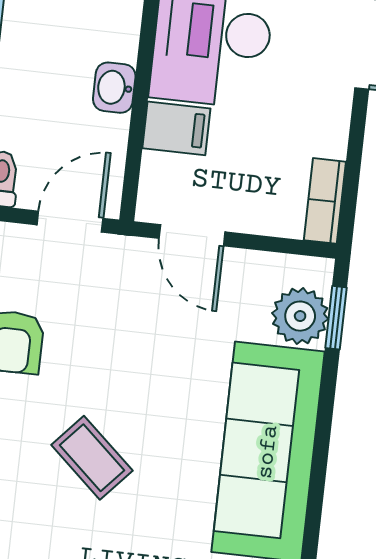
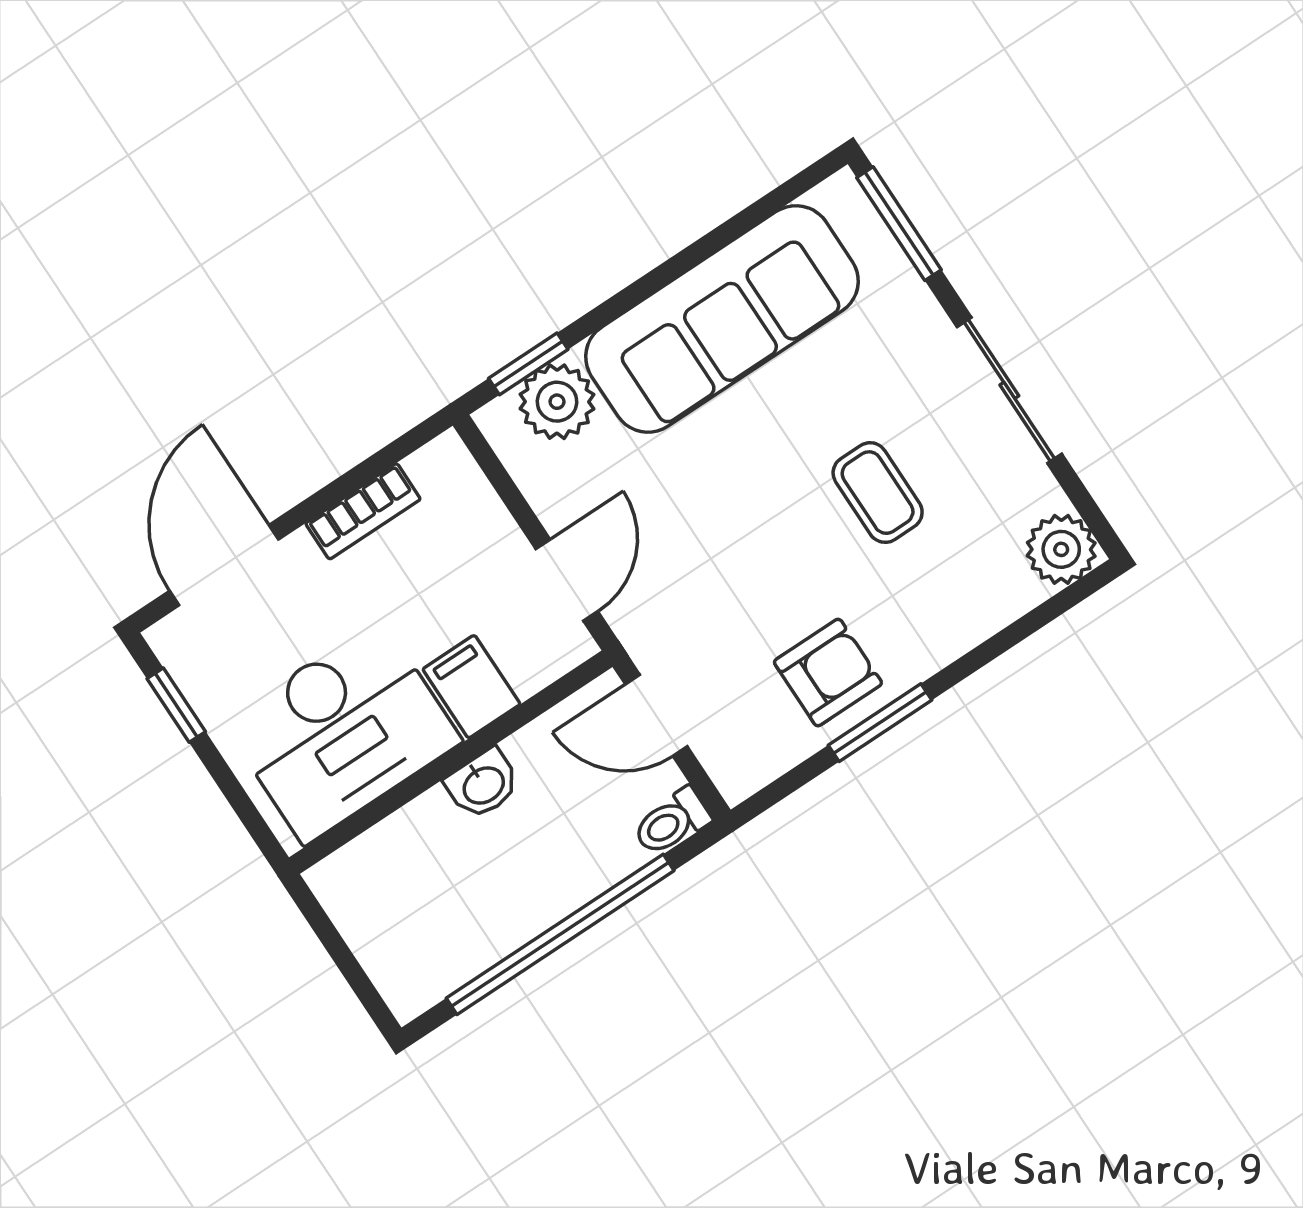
bookcase: (325, 201) -> (363, 511), moved
coffee table: (92, 458) -> (878, 493), turned -42

